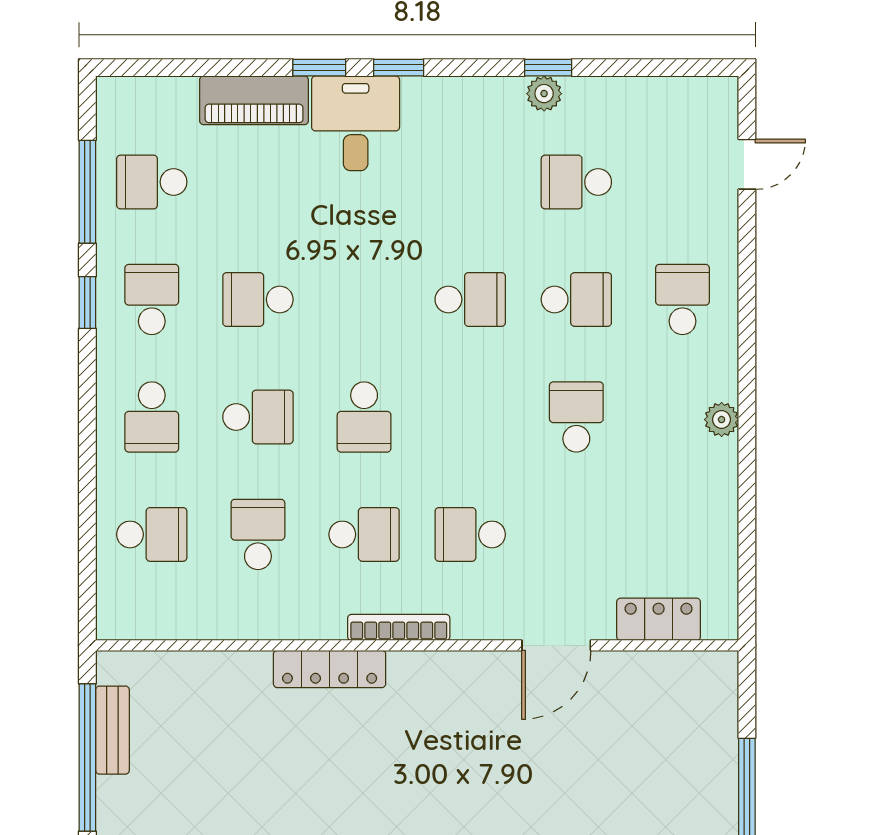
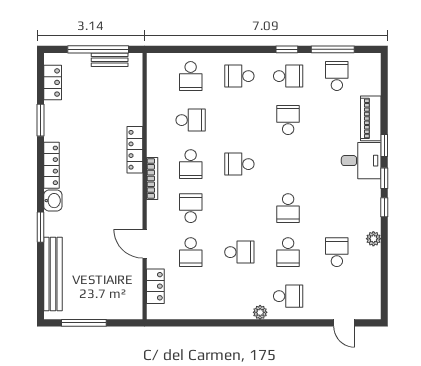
window: (548, 68) -> (384, 207), moved
school desk: (258, 417) -> (191, 252), moved
plant: (722, 420) -> (260, 312), moved

